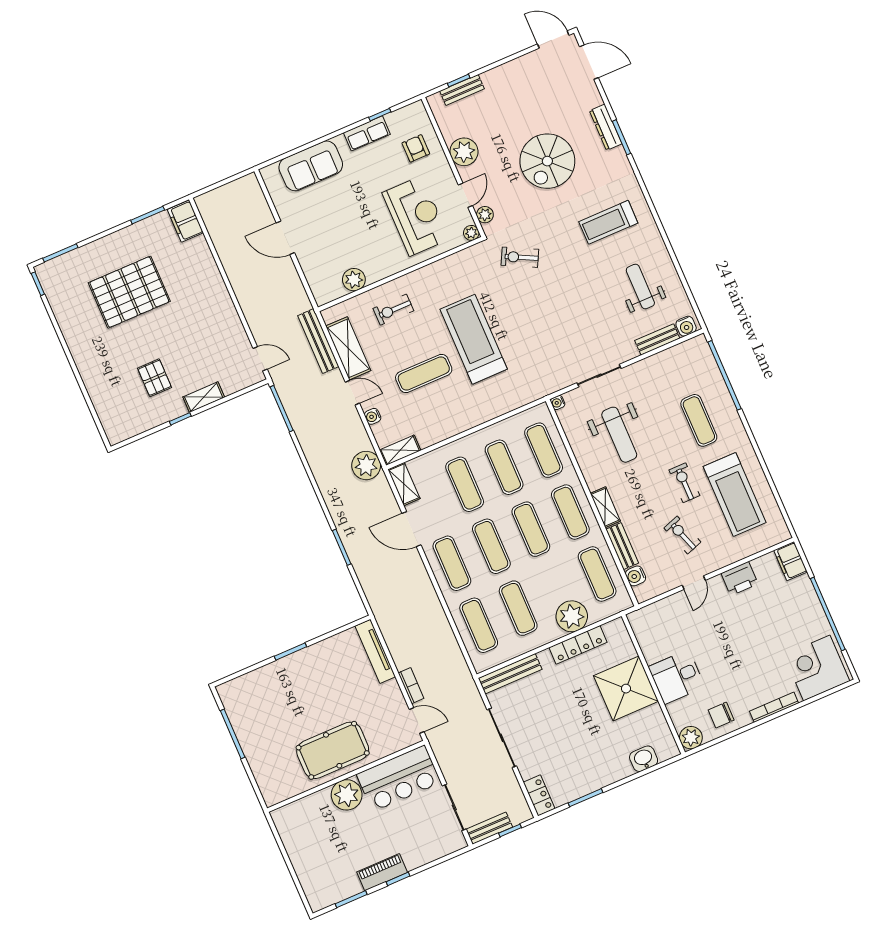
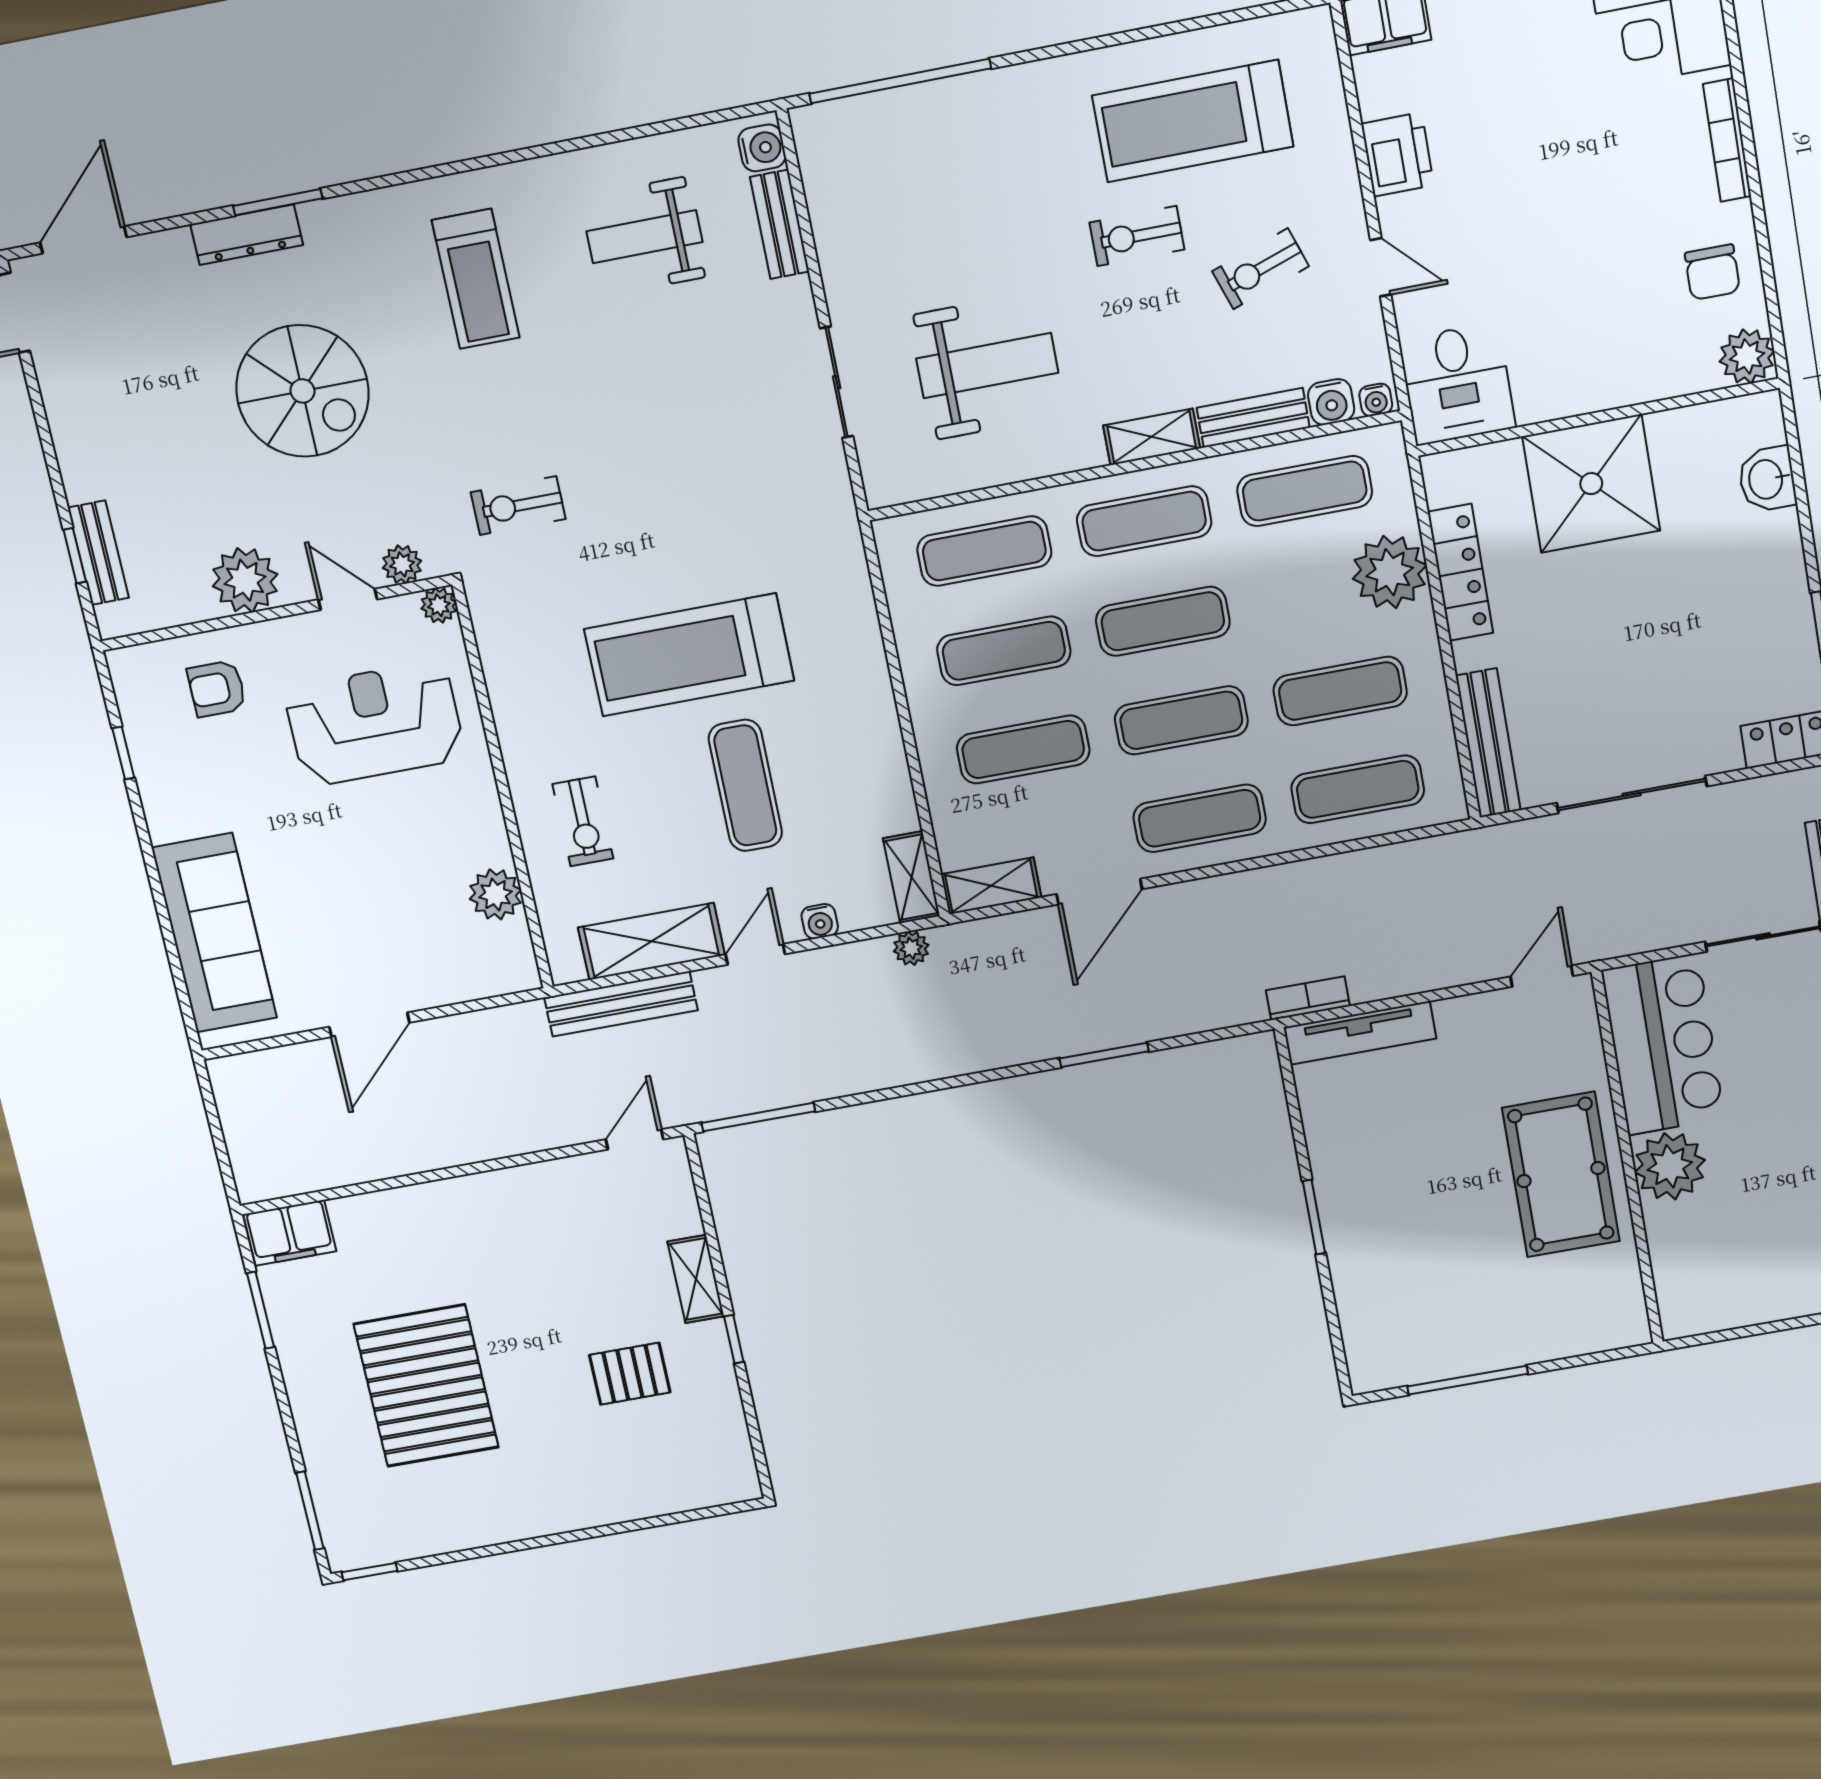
row of seats: (367, 133) -> (162, 792), removed
sofa: (311, 166) -> (214, 933), width x1.36
exercise bike: (520, 257) -> (518, 506), turned 63
water cooler: (558, 403) -> (1376, 400), moved
exercise mat: (699, 420) -> (995, 168), removed
plant: (366, 466) -> (911, 948), width x0.53, depth x0.53
treadmill: (735, 494) -> (1193, 121), turned 180
desk: (677, 677) -> (1457, 384), moved
bookcase: (411, 686) -> (1308, 998), moved

